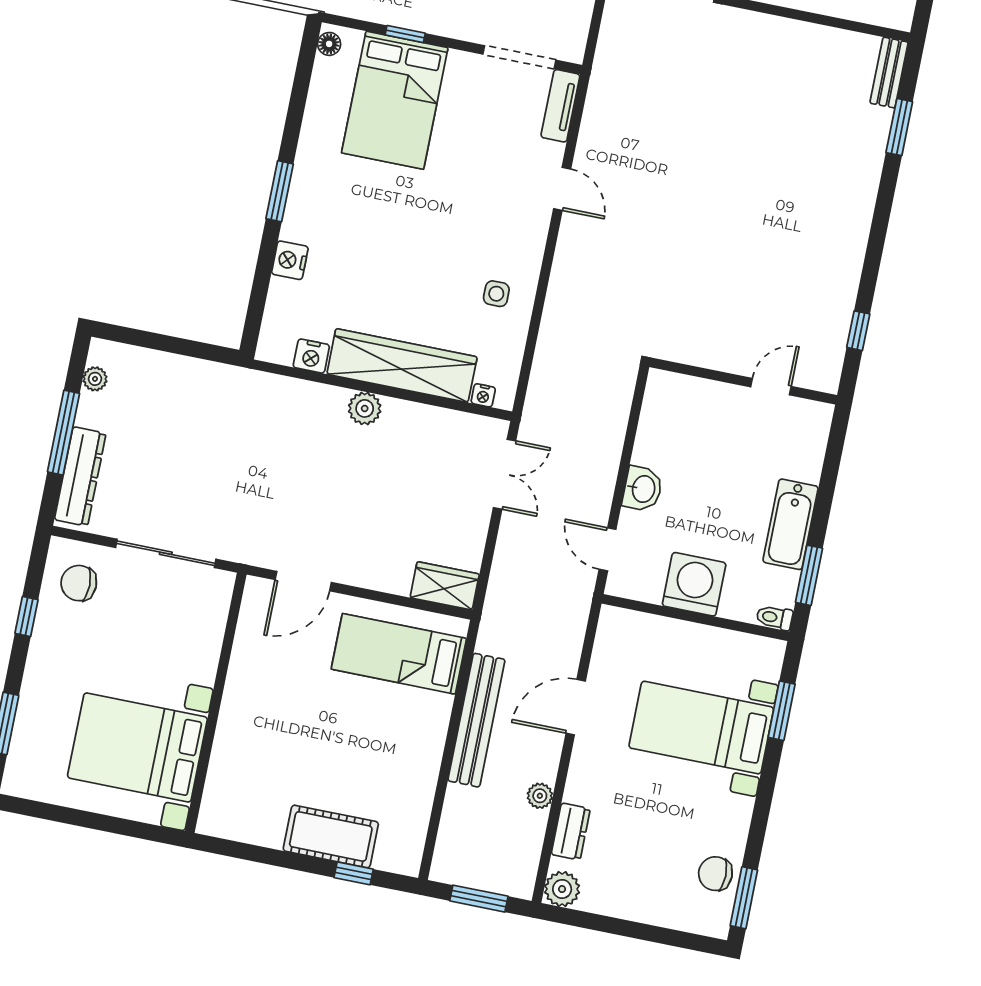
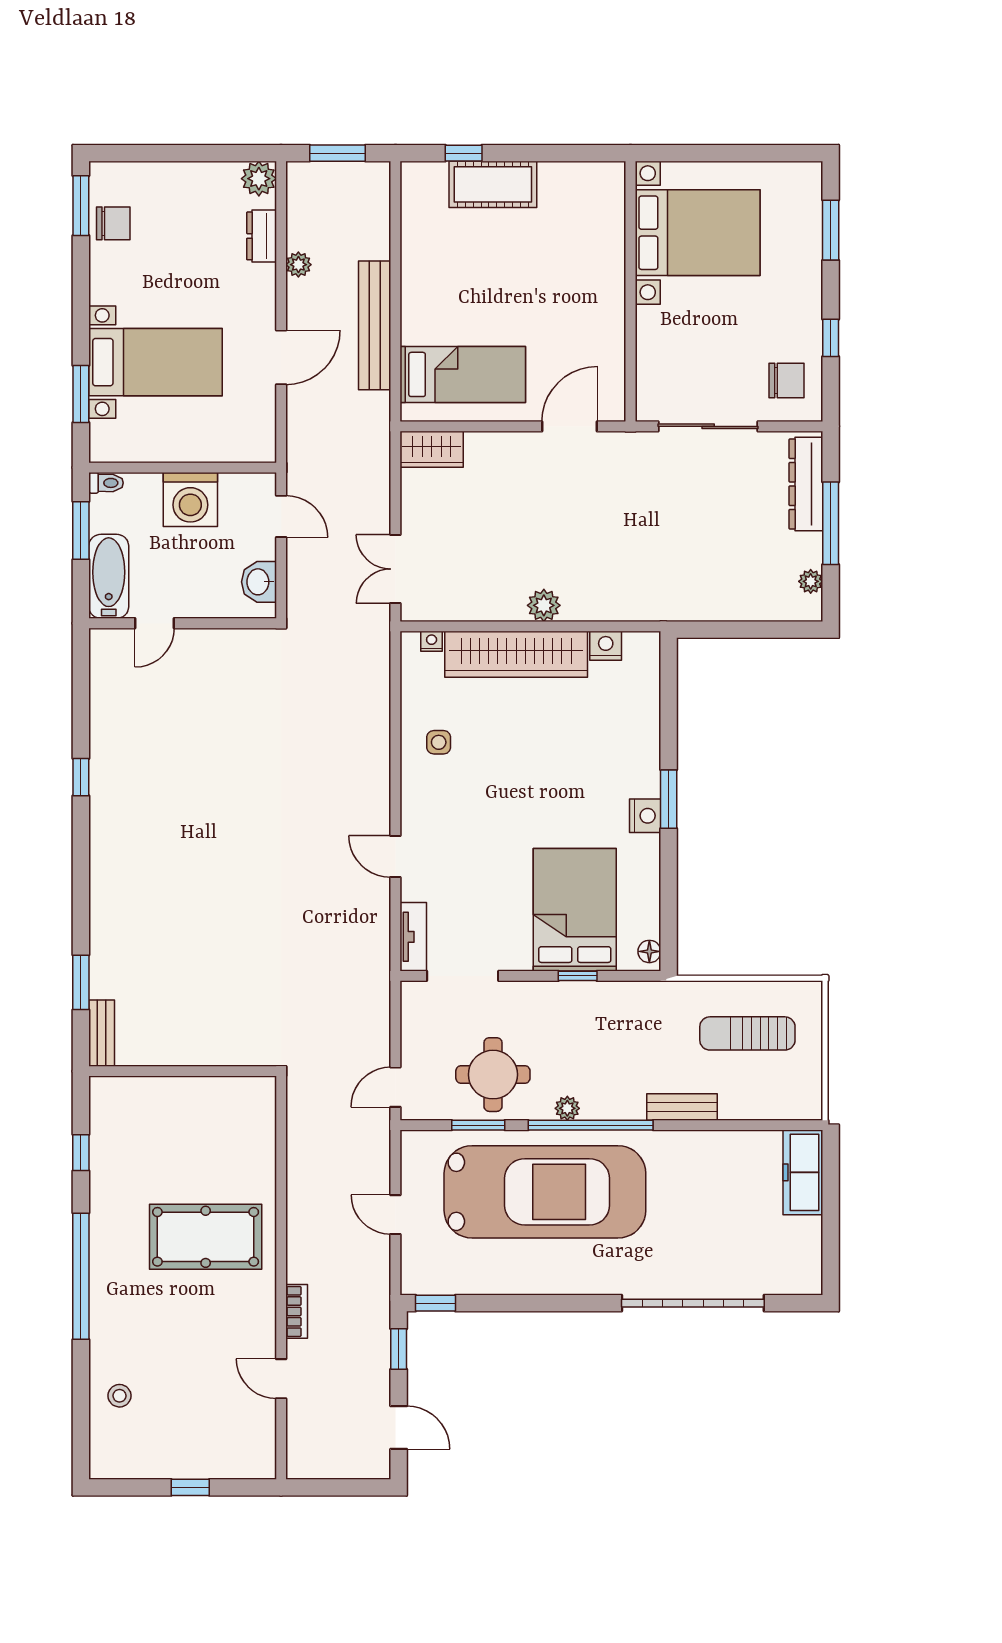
nightstand: (290, 260) -> (645, 816), moved
wall: (743, 381) -> (183, 623), moved
door: (771, 387) -> (155, 623), moved

